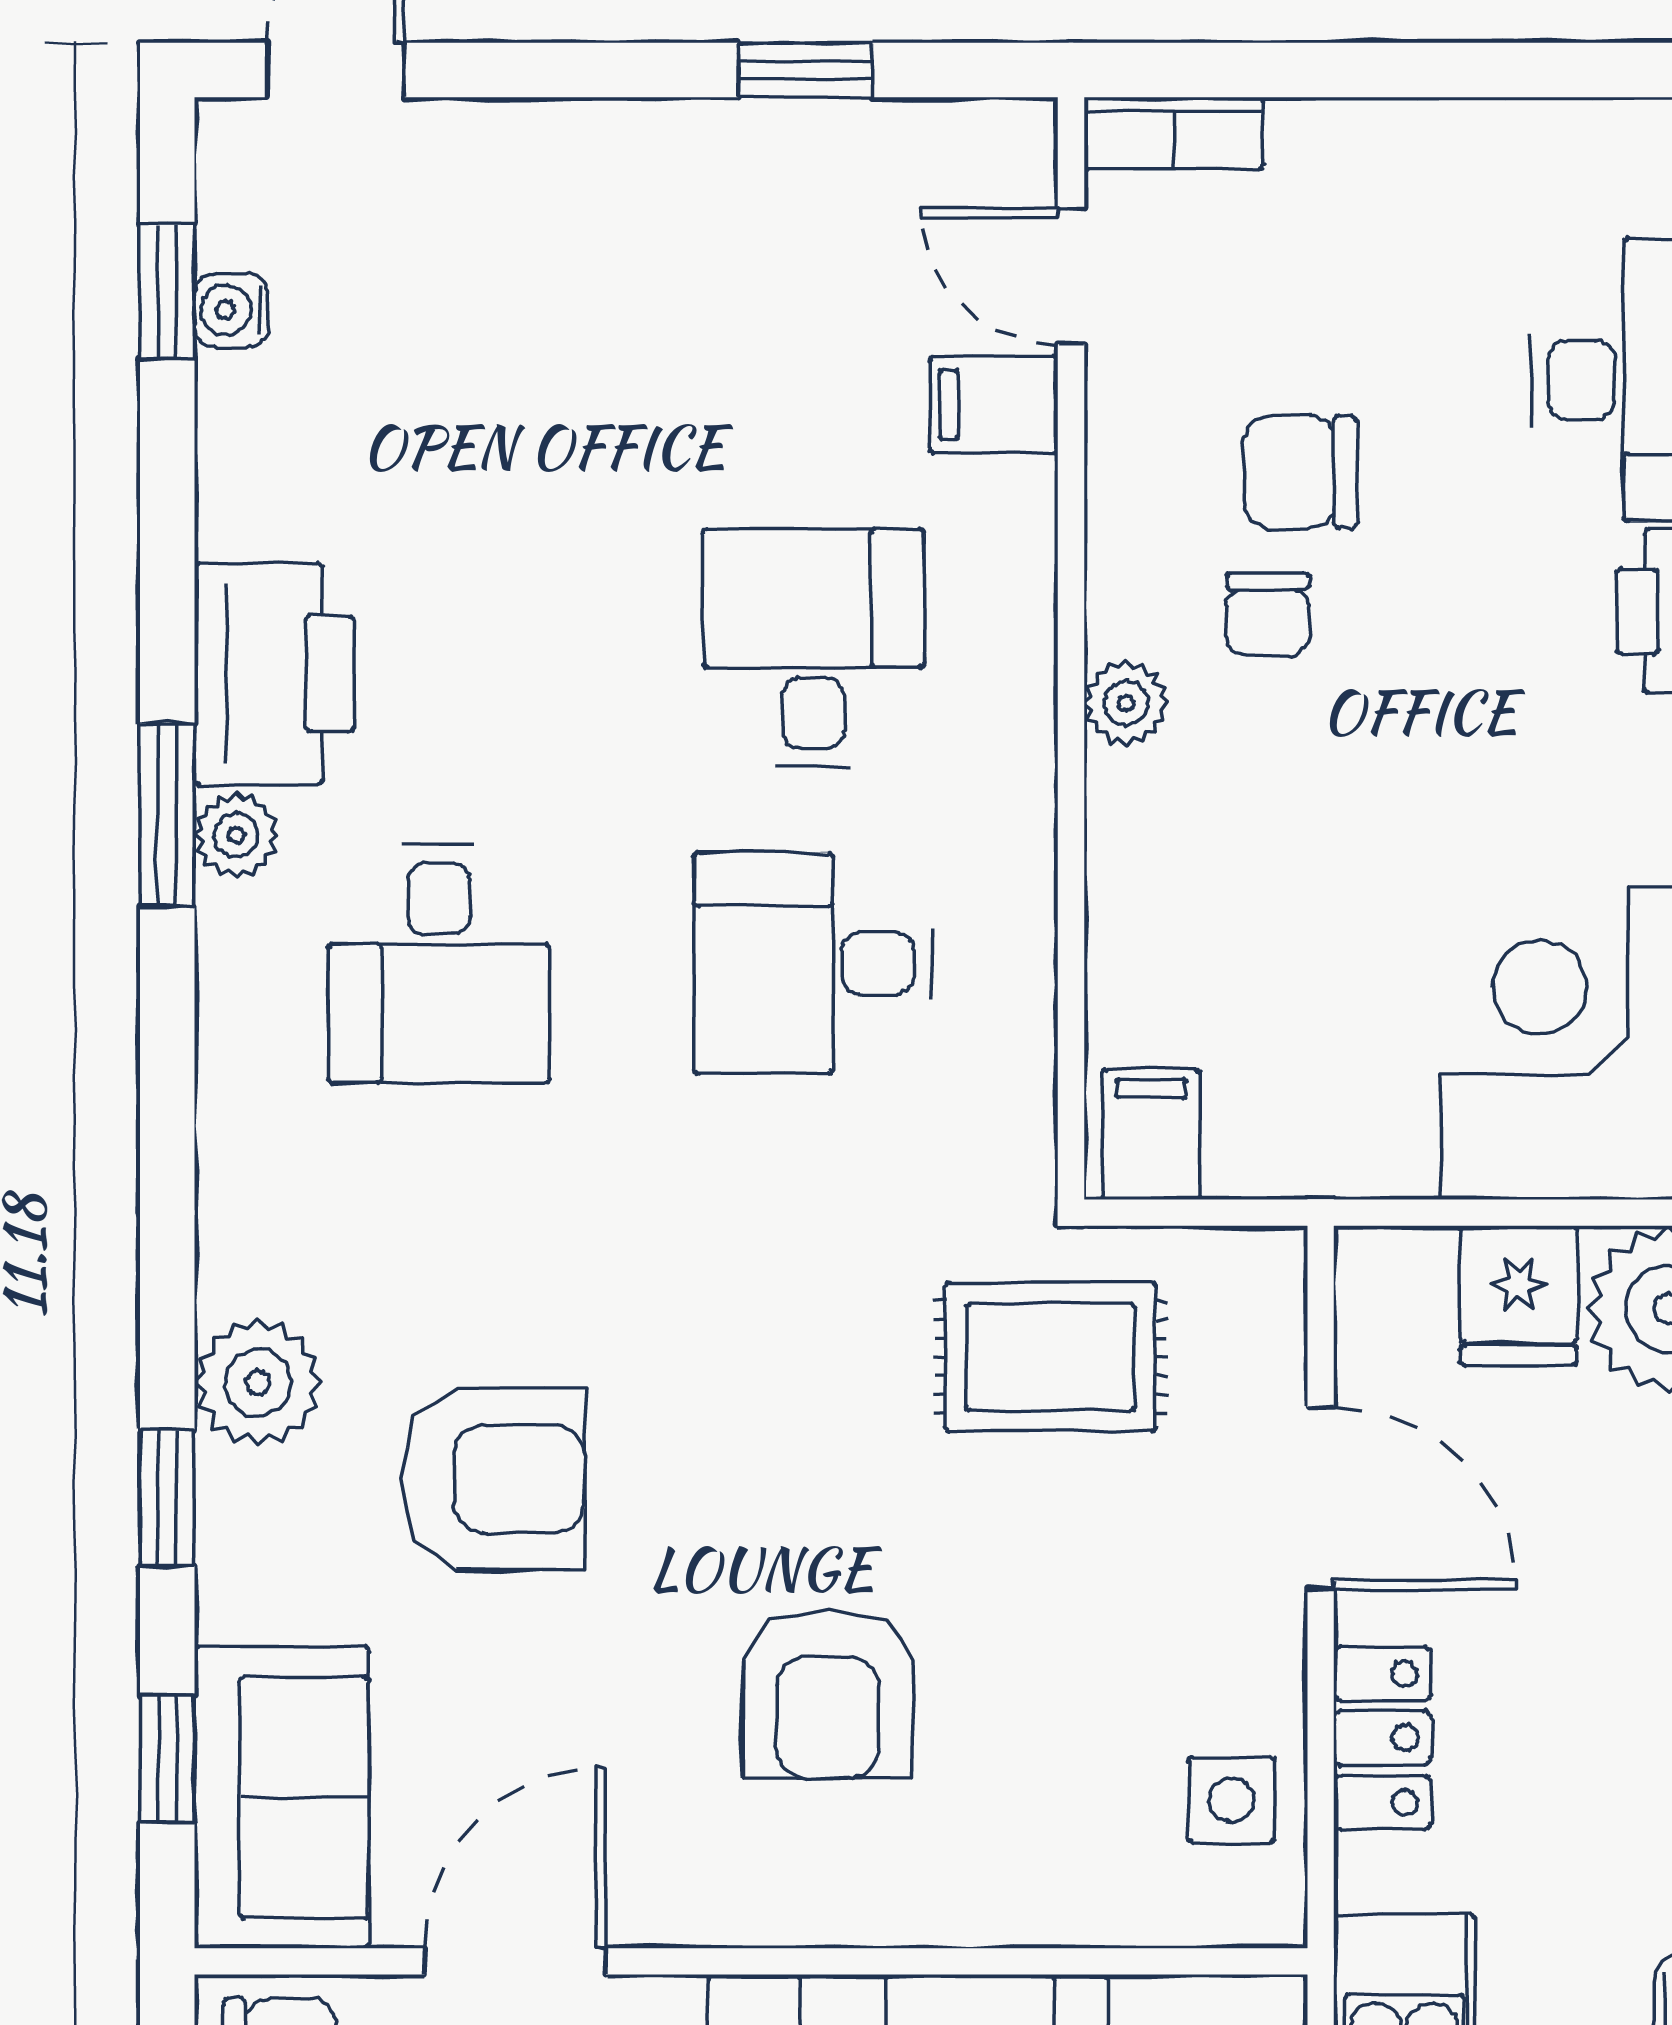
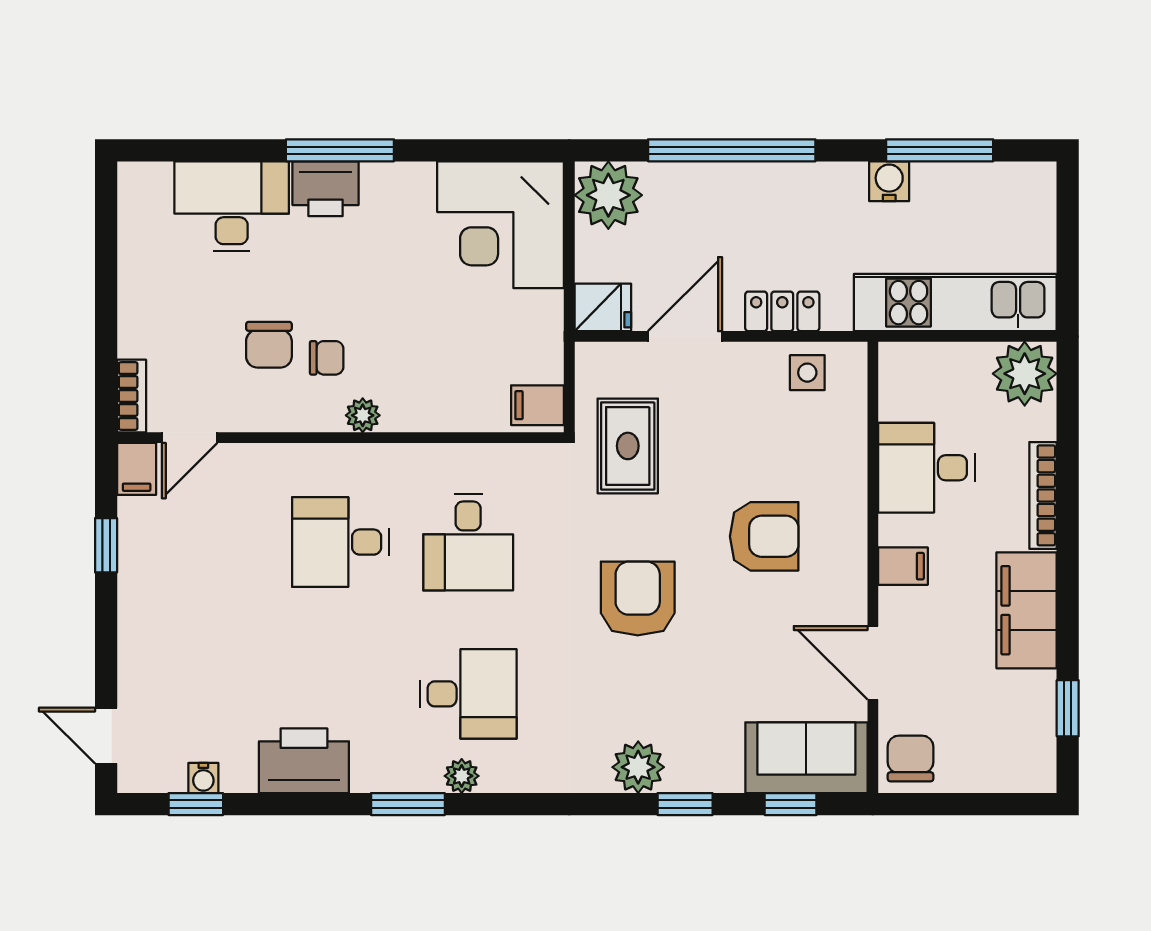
filing cabinet: (994, 405) -> (137, 469), moved
printer: (274, 674) -> (304, 761), moved
plant: (236, 835) -> (462, 776), moved
fridge: (1519, 1296) -> (603, 307), moved
armchair: (494, 1479) -> (638, 598), moved

